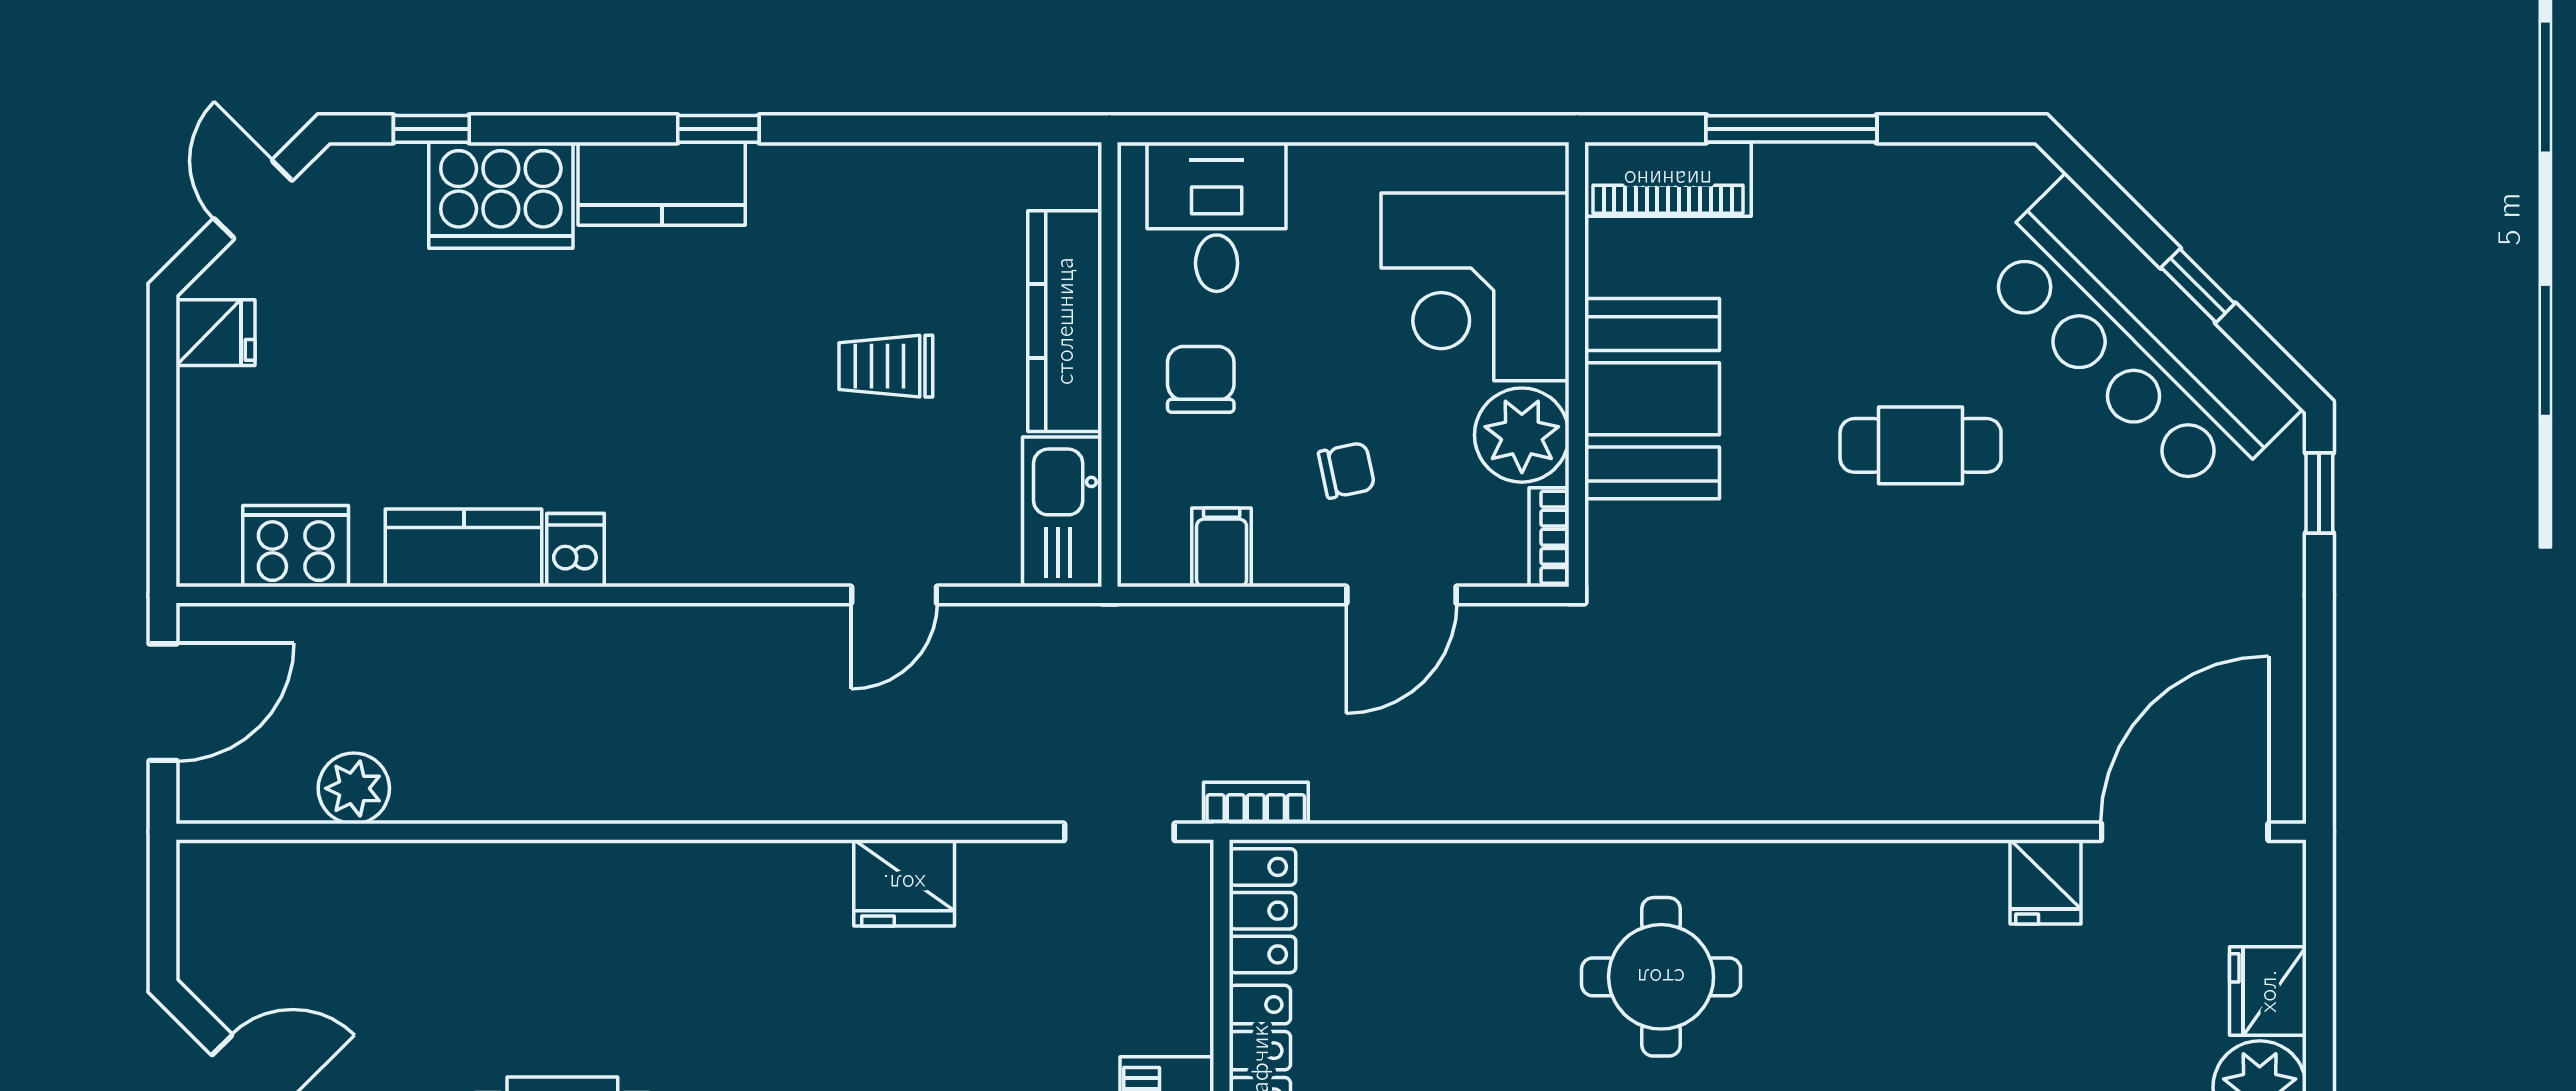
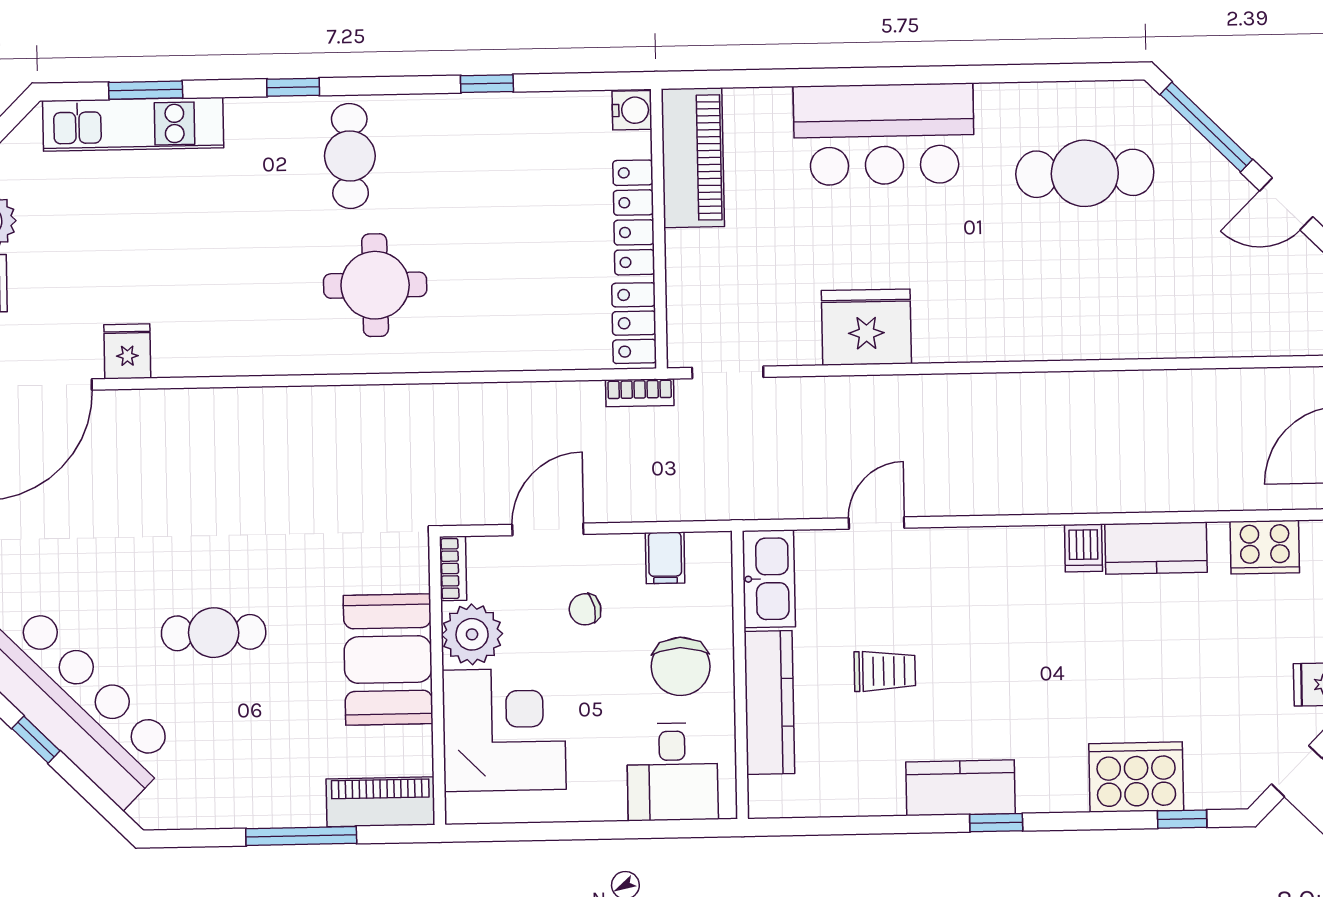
kitchen counter: (662, 184) -> (960, 788), moved
chair: (1201, 379) -> (681, 666), width x1.37, depth x1.37
plant: (354, 788) -> (1224, 391), removed
fridge: (904, 883) -> (866, 327), width x1.36, depth x1.34

